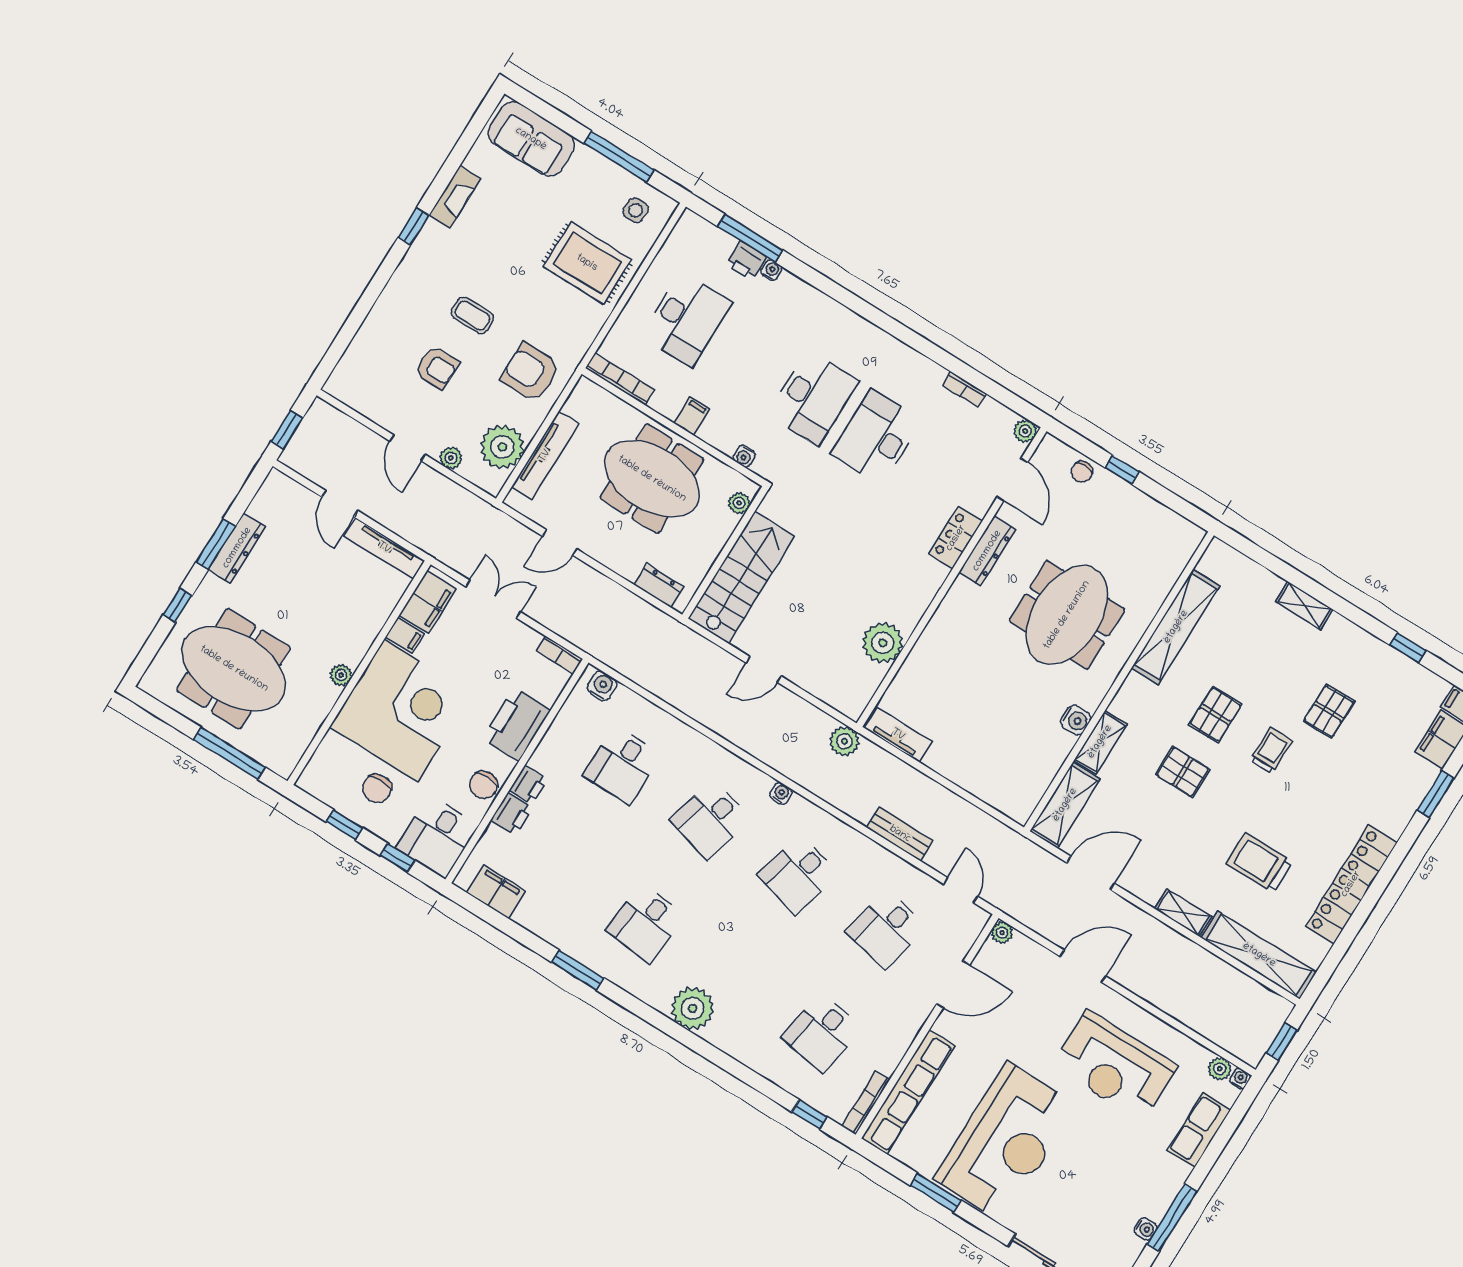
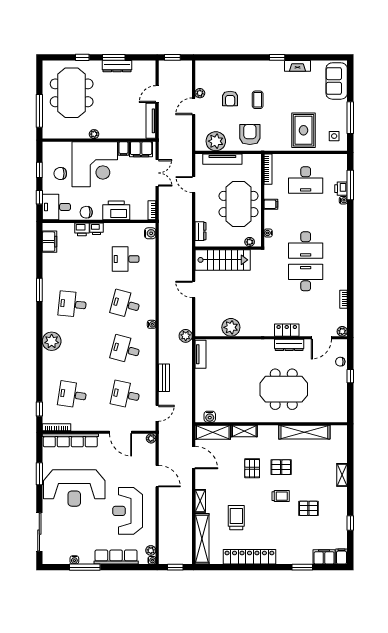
plant: (451, 458) -> (200, 93), moved
water cooler: (1076, 720) -> (210, 417), moved
row of seats: (1199, 1130) -> (116, 557), width x1.48

